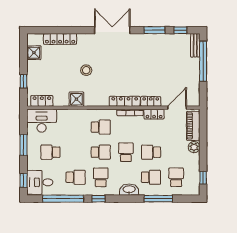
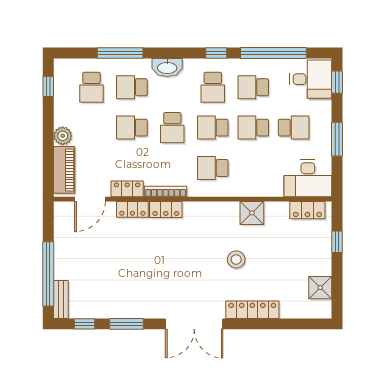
locker: (60, 39) -> (252, 310), moved
locker: (125, 101) -> (166, 209), width x0.66
school desk: (76, 152) -> (253, 128), added
school desk: (151, 152) -> (132, 128), turned 180

